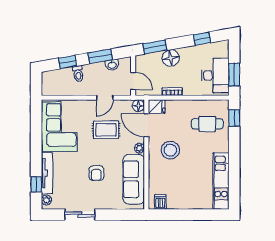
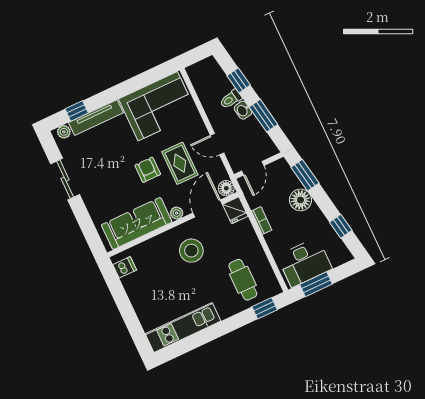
washbasin: (112, 65) -> (243, 110), moved
armchair: (96, 173) -> (148, 170), moved, turned 90

